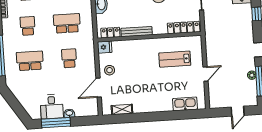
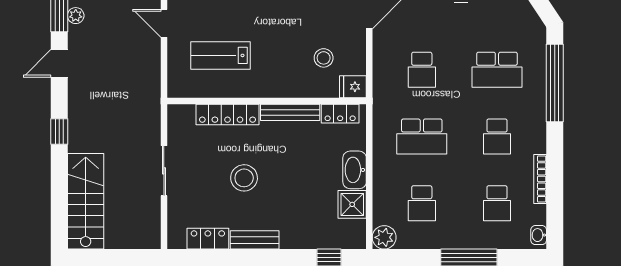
locker: (184, 28) -> (227, 114), moved
lab bench: (175, 59) -> (221, 55), turned 180
stool: (110, 70) -> (324, 58), moved
door: (205, 74) -> (164, 23), hinge flipped

